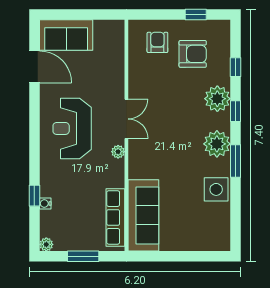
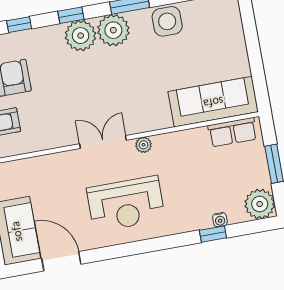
door: (34, 67) -> (61, 261), hinge flipped
plant: (217, 99) -> (81, 36), moved
row of seats: (115, 217) -> (233, 132), width x0.68
plant: (46, 244) -> (260, 204), width x1.88, depth x1.88

